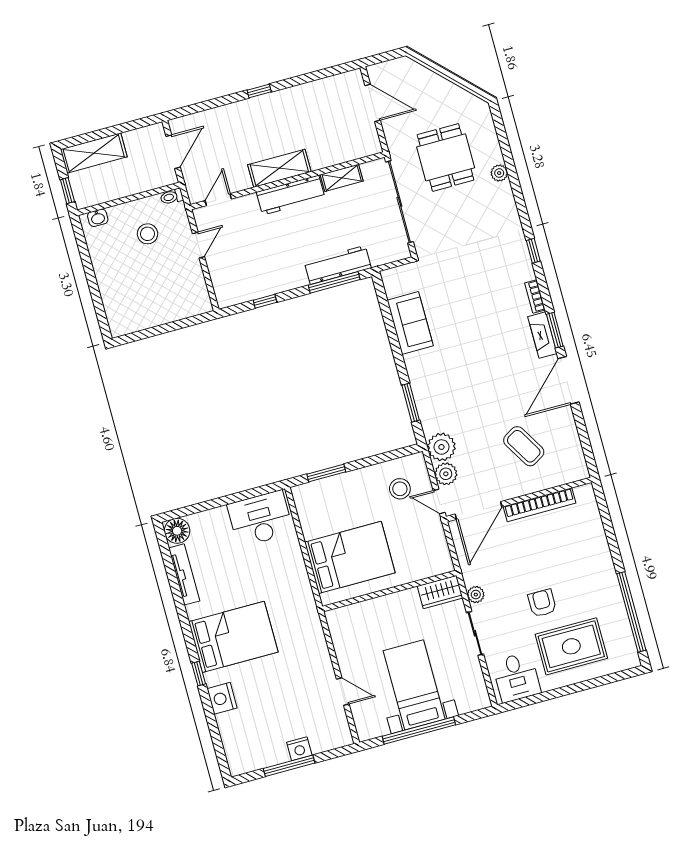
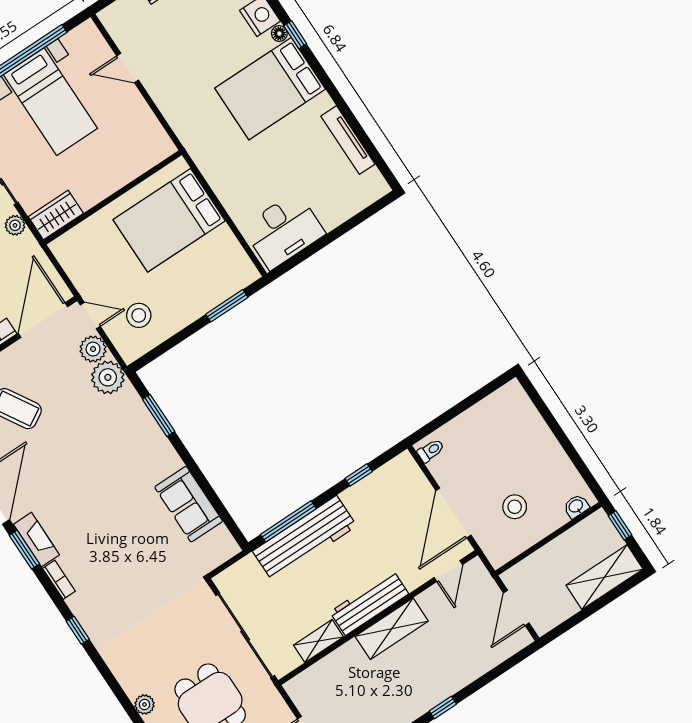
toilet: (172, 197) -> (431, 451), moved
door: (199, 245) -> (453, 513), width x1.88
workbench: (338, 265) -> (305, 539), width x1.36, depth x1.32
floor lamp: (177, 531) -> (279, 34), moved, width x0.53, depth x0.53

